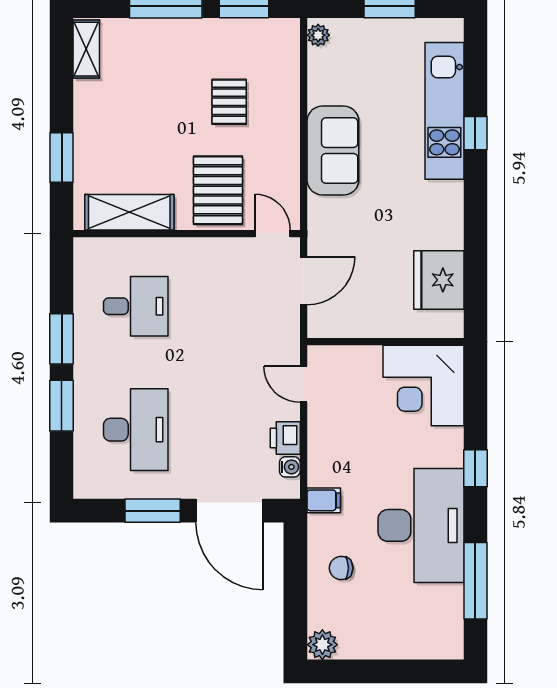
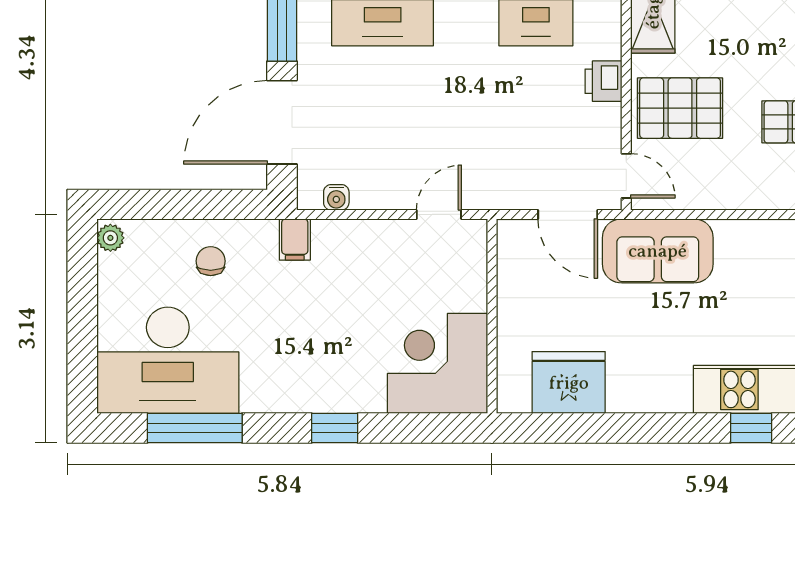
sofa: (333, 151) -> (658, 251), moved
door: (272, 234) -> (626, 176), hinge flipped
printer: (285, 438) -> (604, 81), moved, turned -90
desk: (421, 525) -> (168, 360), moved
plant: (322, 645) -> (110, 238), width x0.73, depth x0.73

